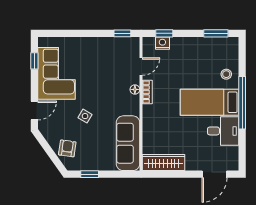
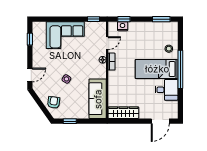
corner sofa: (57, 73) -> (65, 35), moved, turned 90

